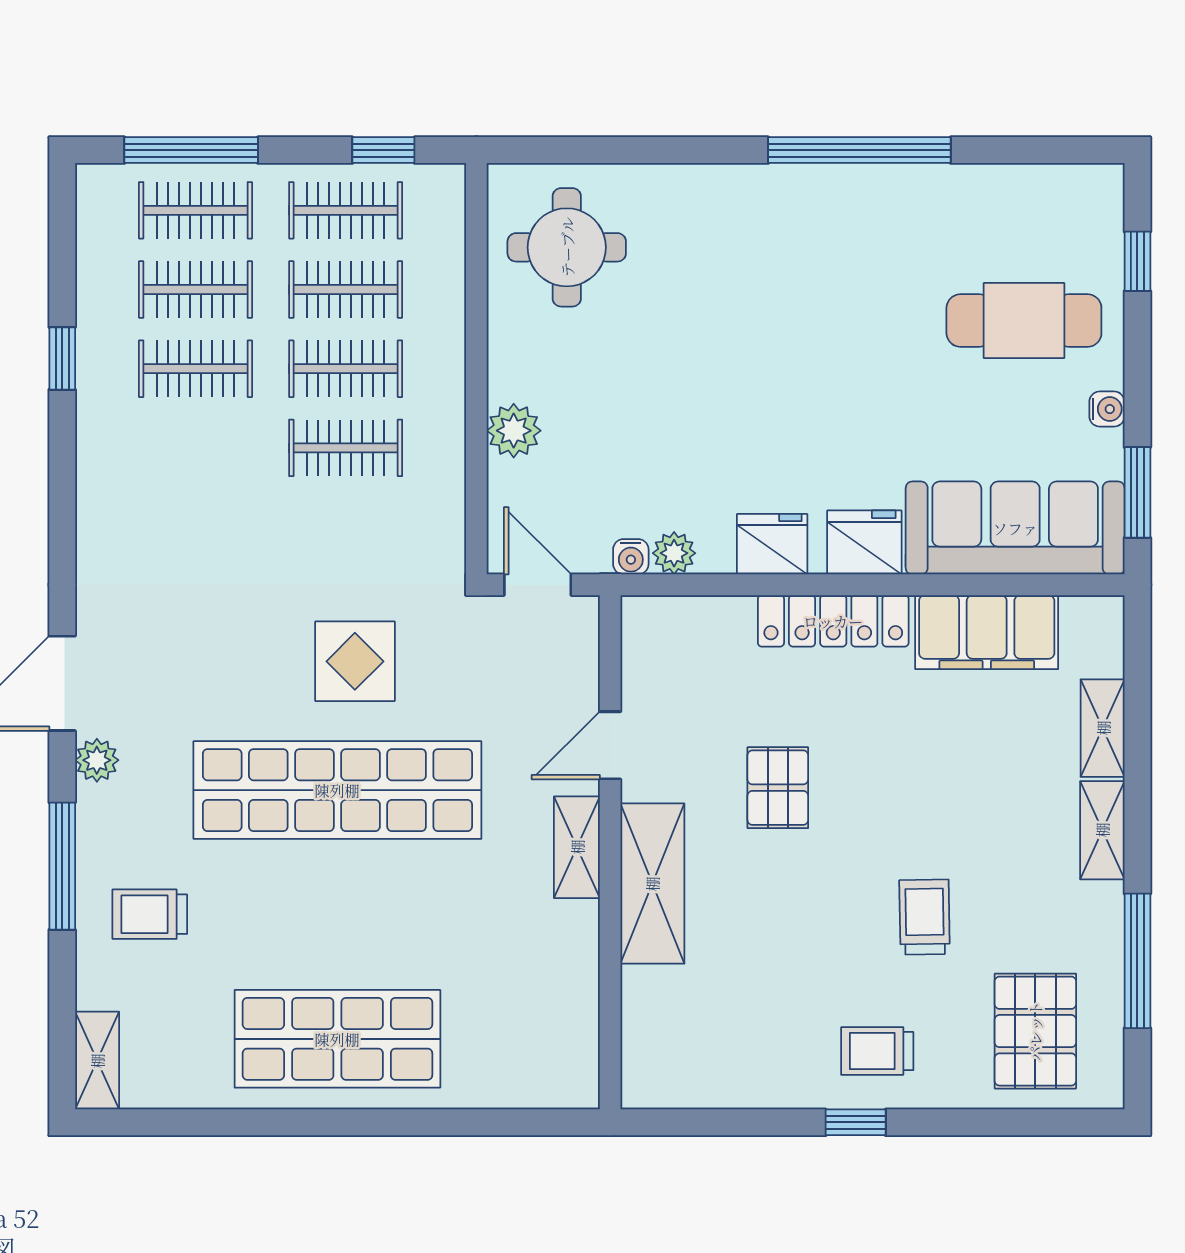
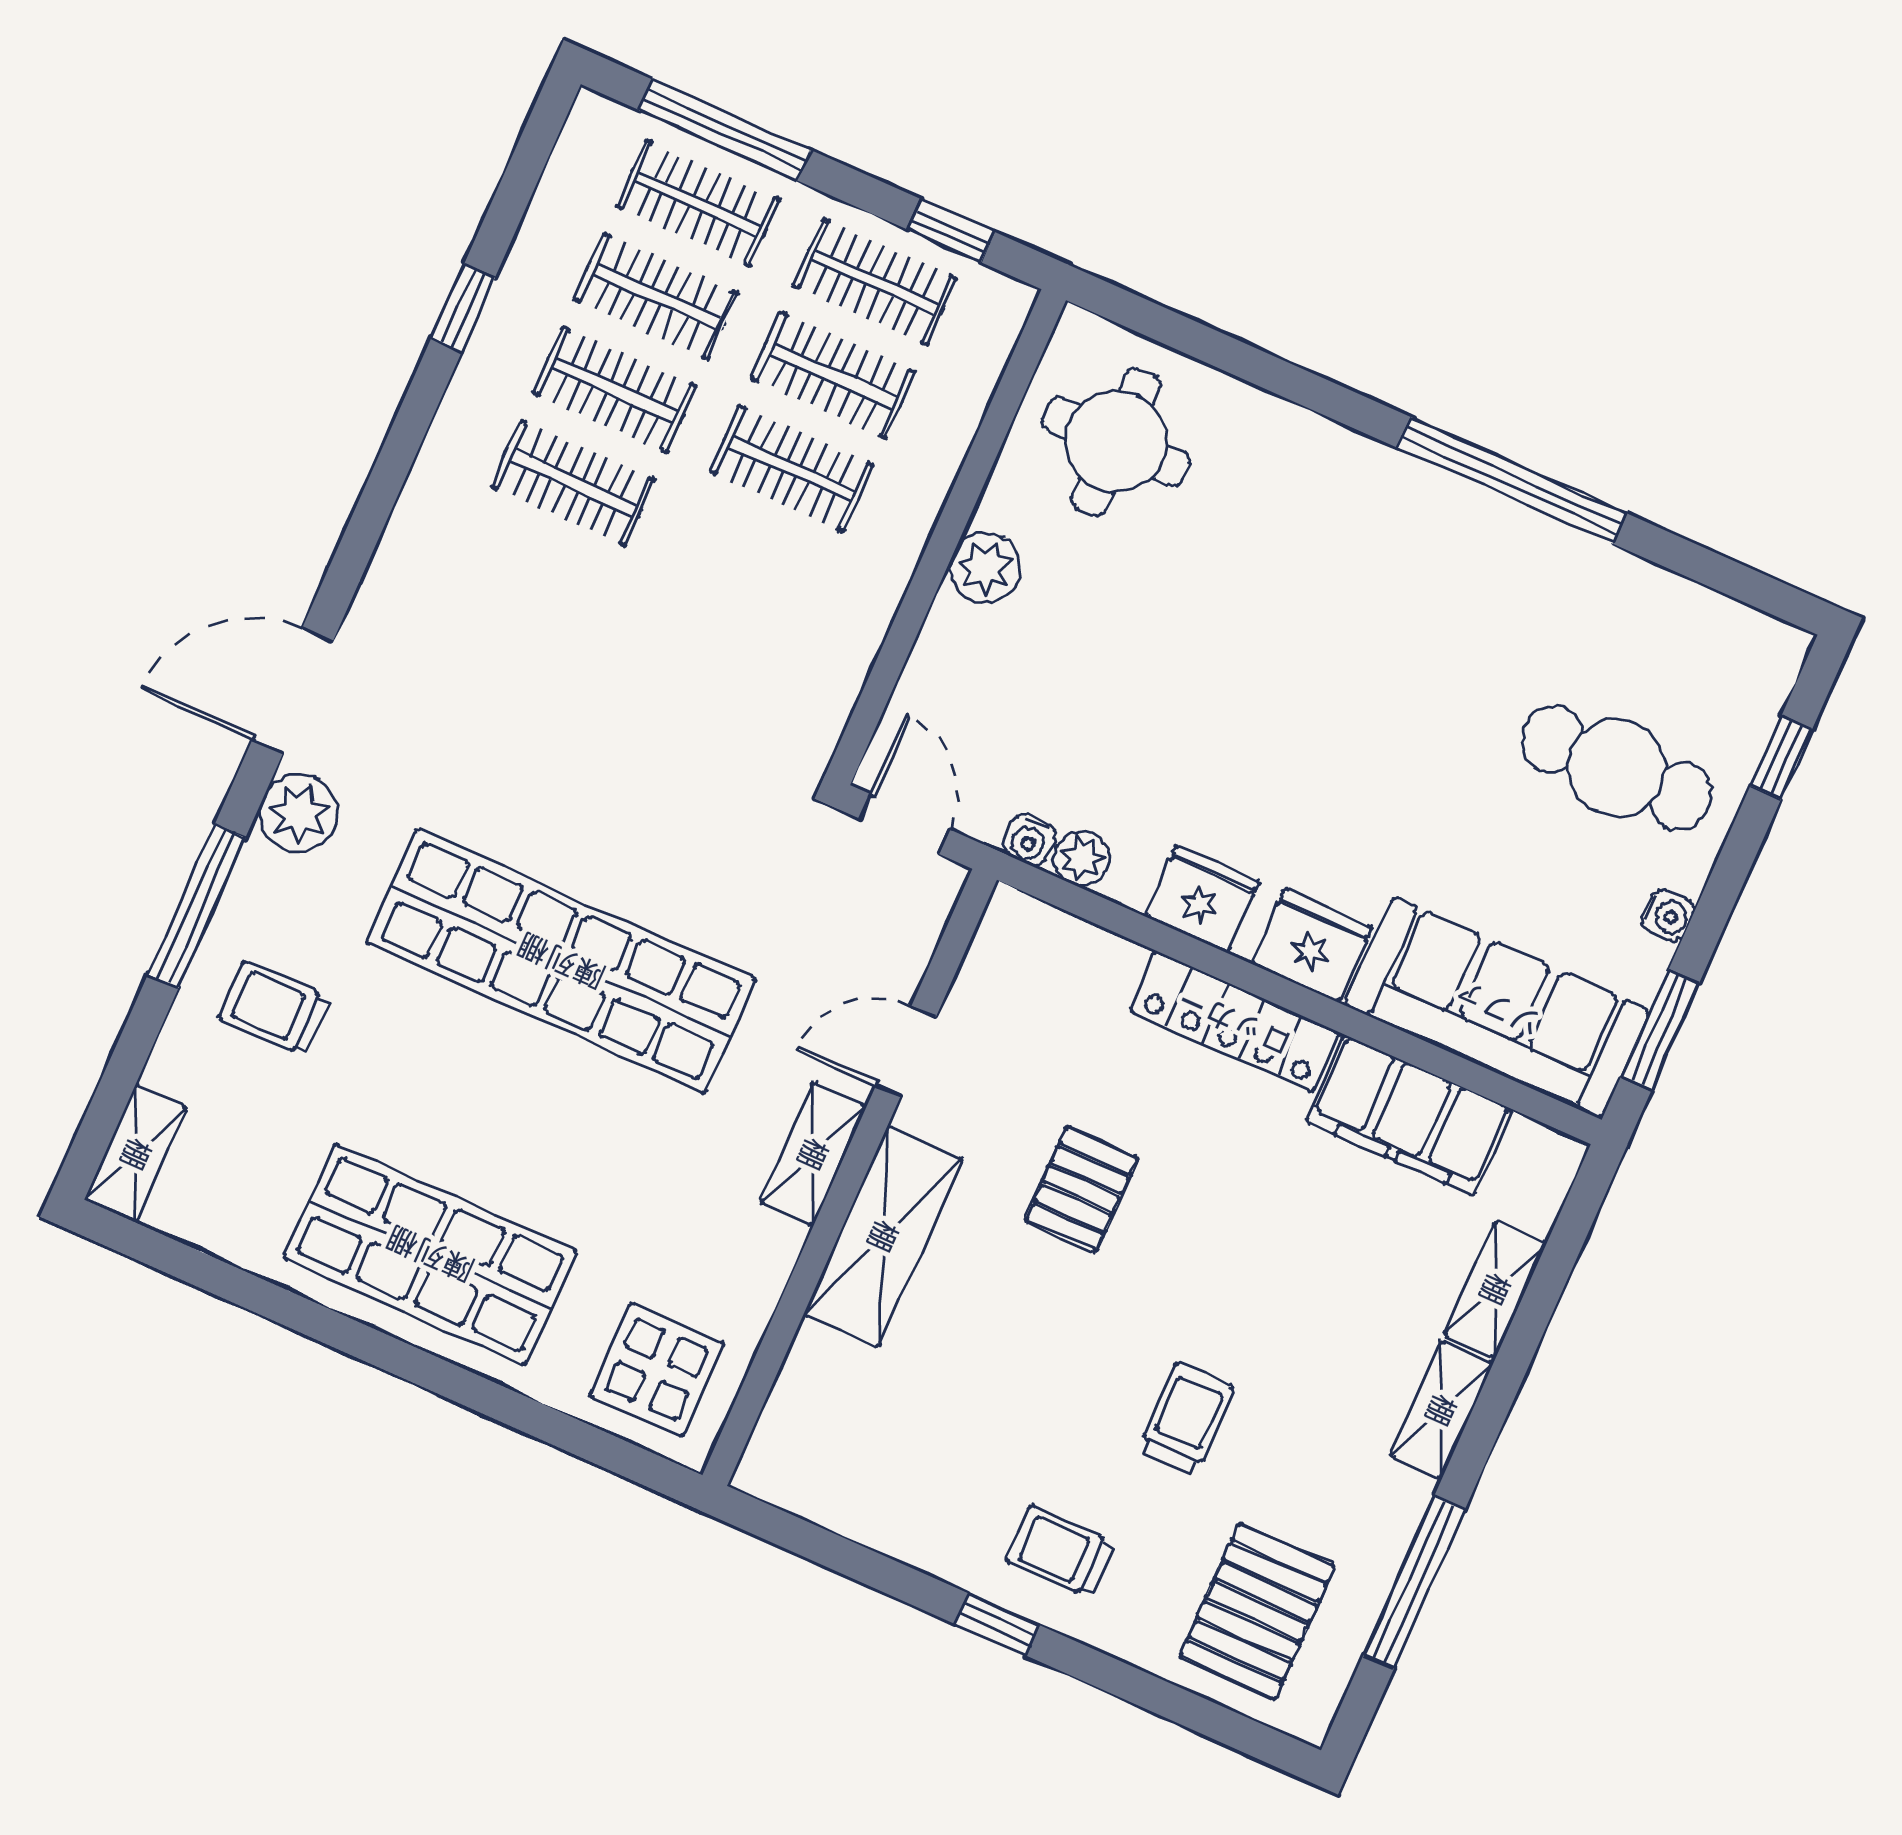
plant: (514, 431) -> (985, 568), moved
clothes rail: (346, 448) -> (573, 483), moved
display table: (355, 661) -> (657, 1369), moved
plant: (97, 760) -> (298, 813), width x1.38, depth x1.38

